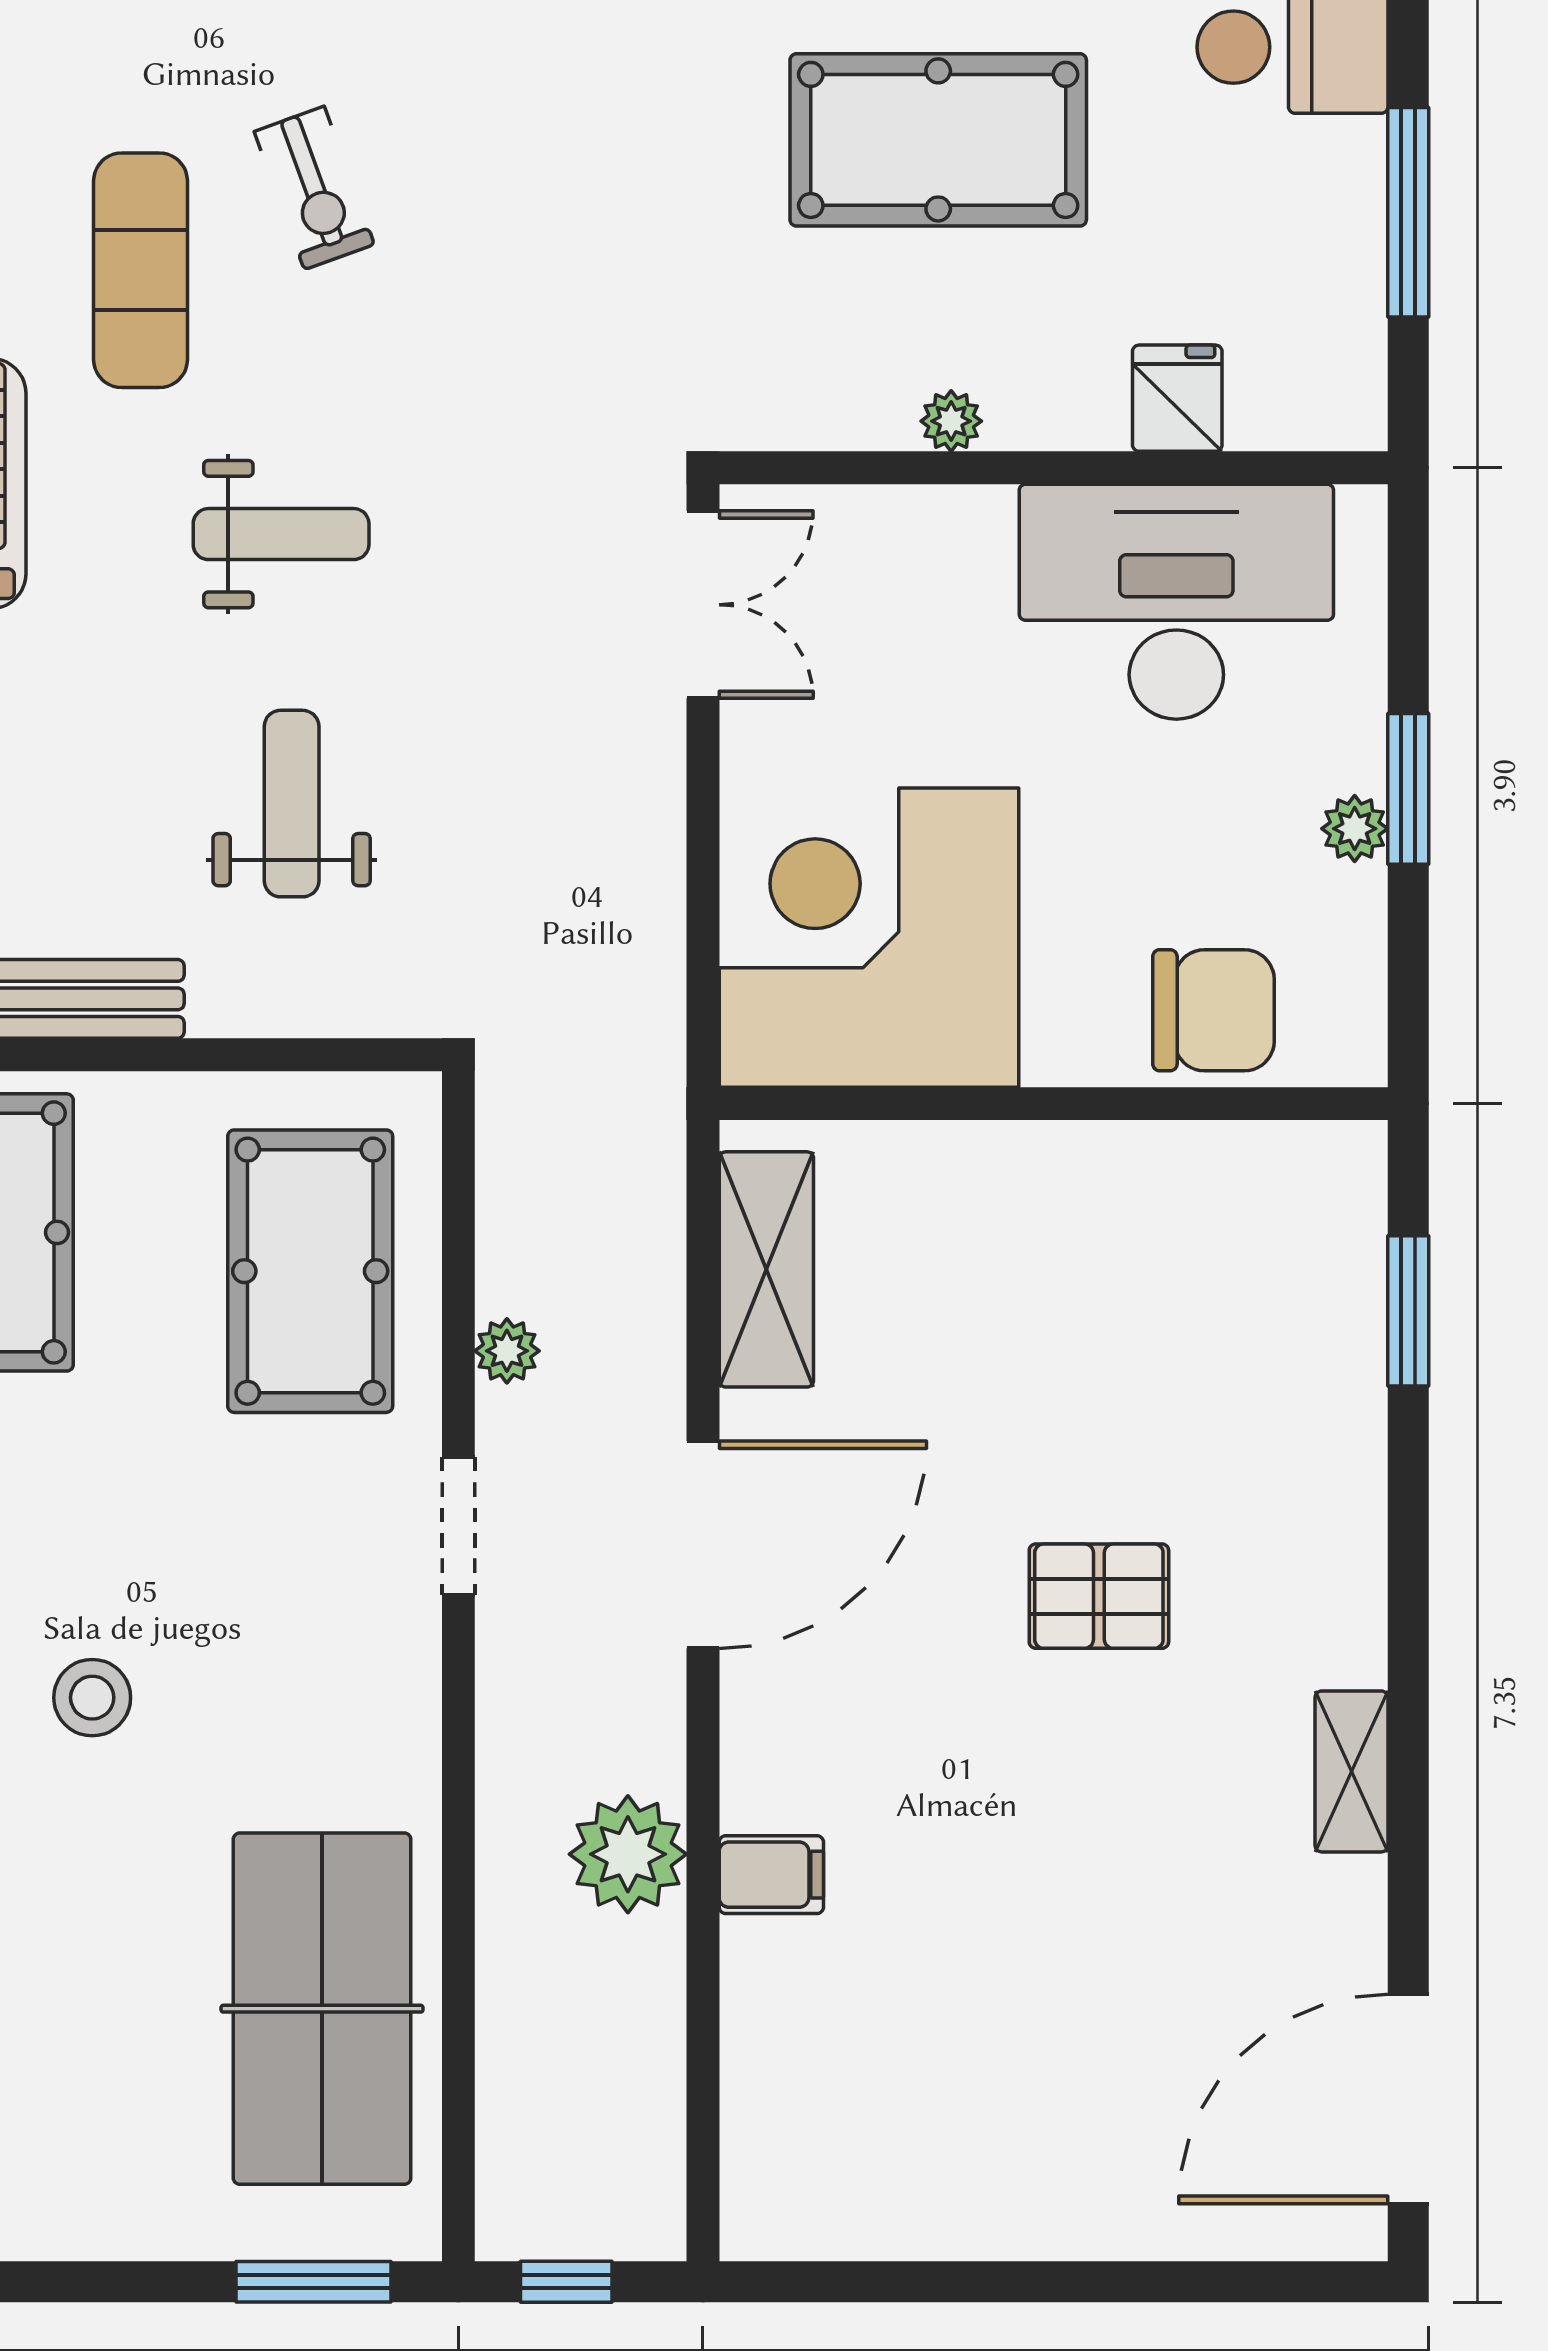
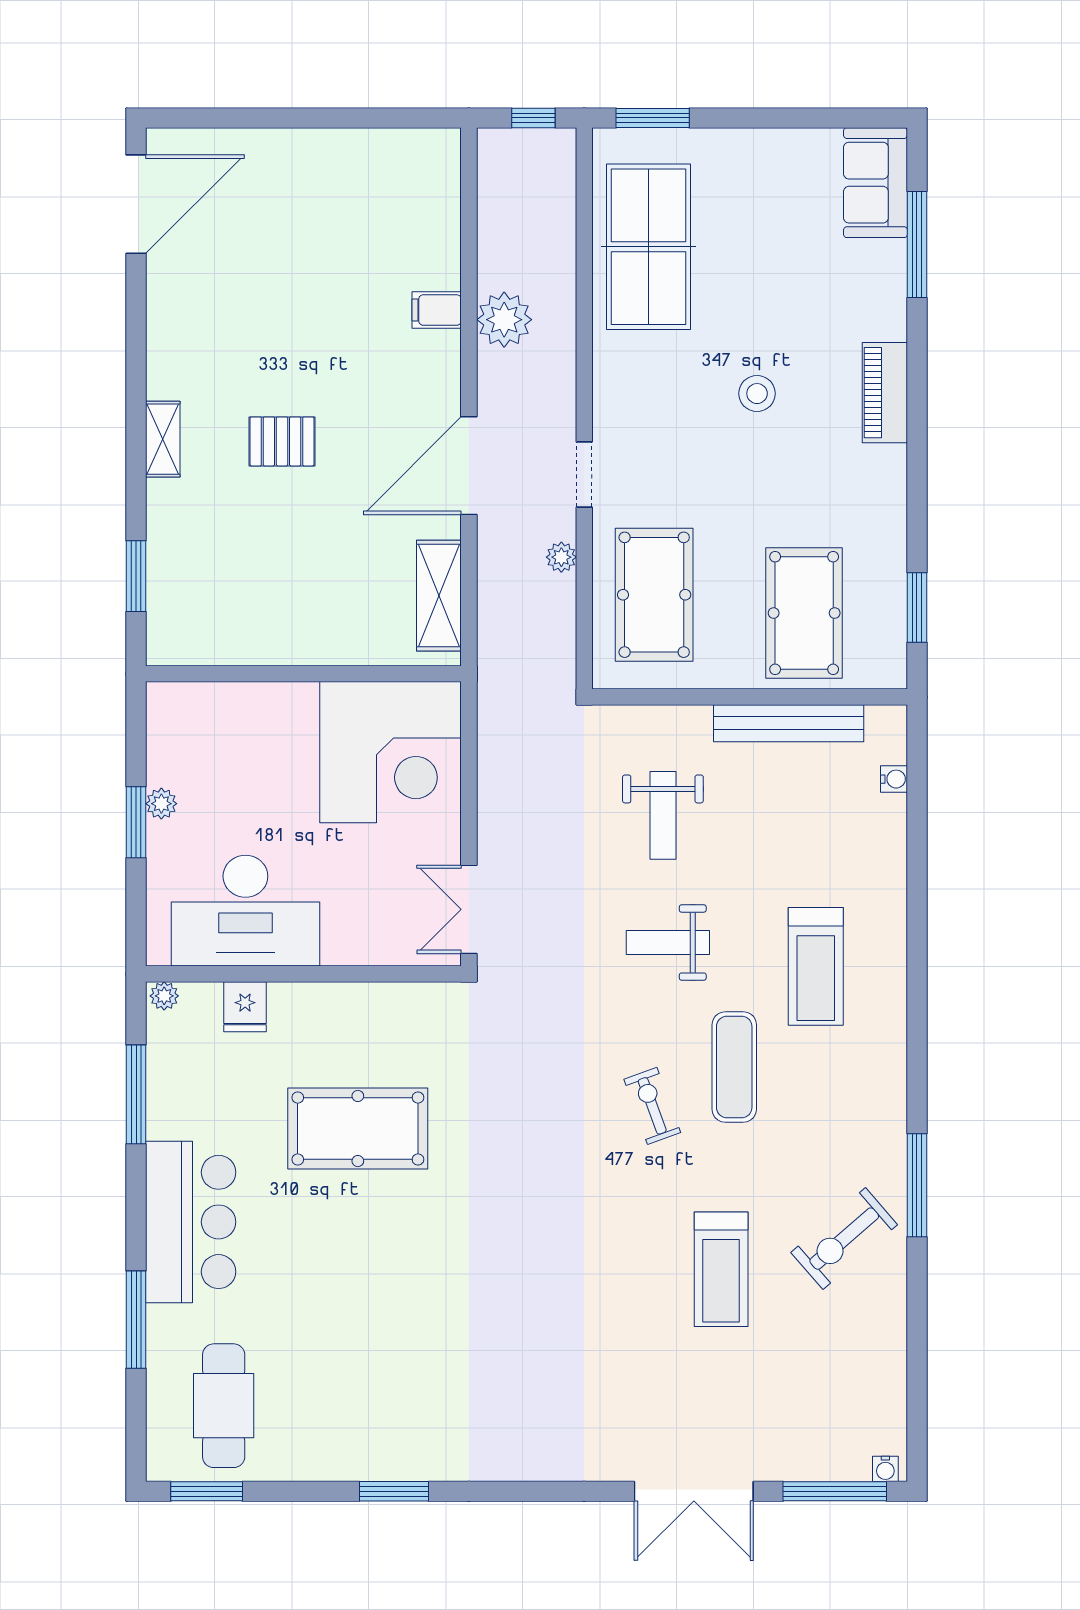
plant: (951, 421) -> (164, 996), moved
chair: (1213, 1010) -> (228, 718), removed
shelving: (1351, 1771) -> (163, 439), moved

